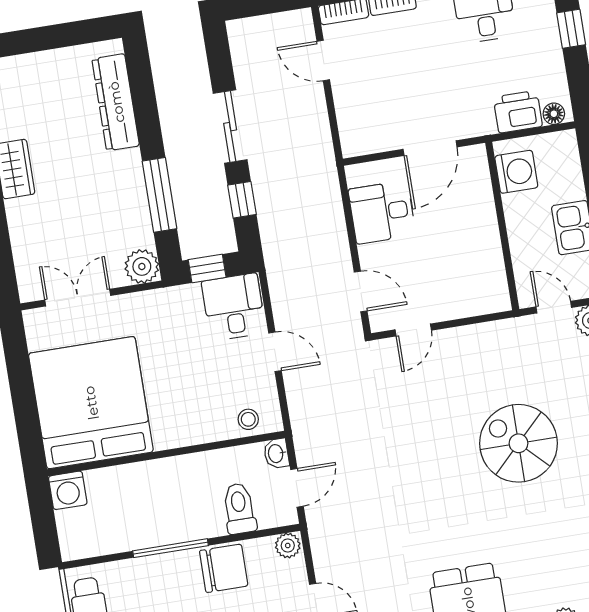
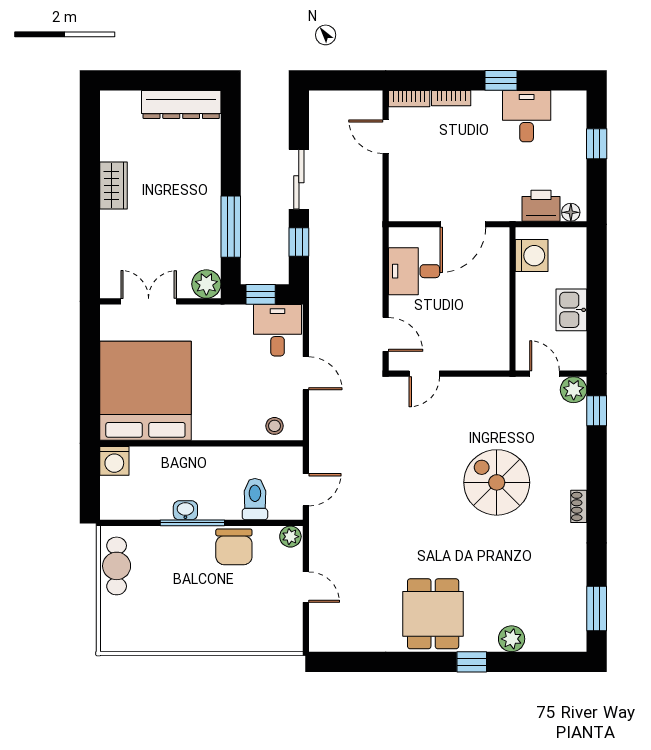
dresser: (116, 102) -> (181, 104), moved, turned -90
washbasin: (276, 453) -> (185, 510), moved, turned 90
chair: (224, 568) -> (234, 547), turned 90

